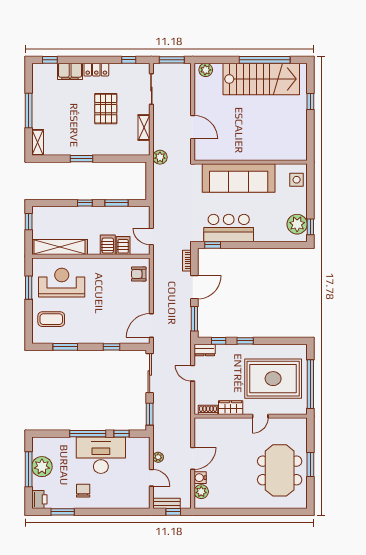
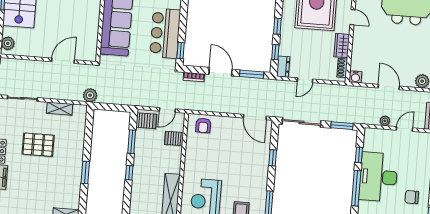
server rack: (108, 245) -> (146, 121), moved, turned 180
water cooler: (200, 478) -> (355, 77), moved

